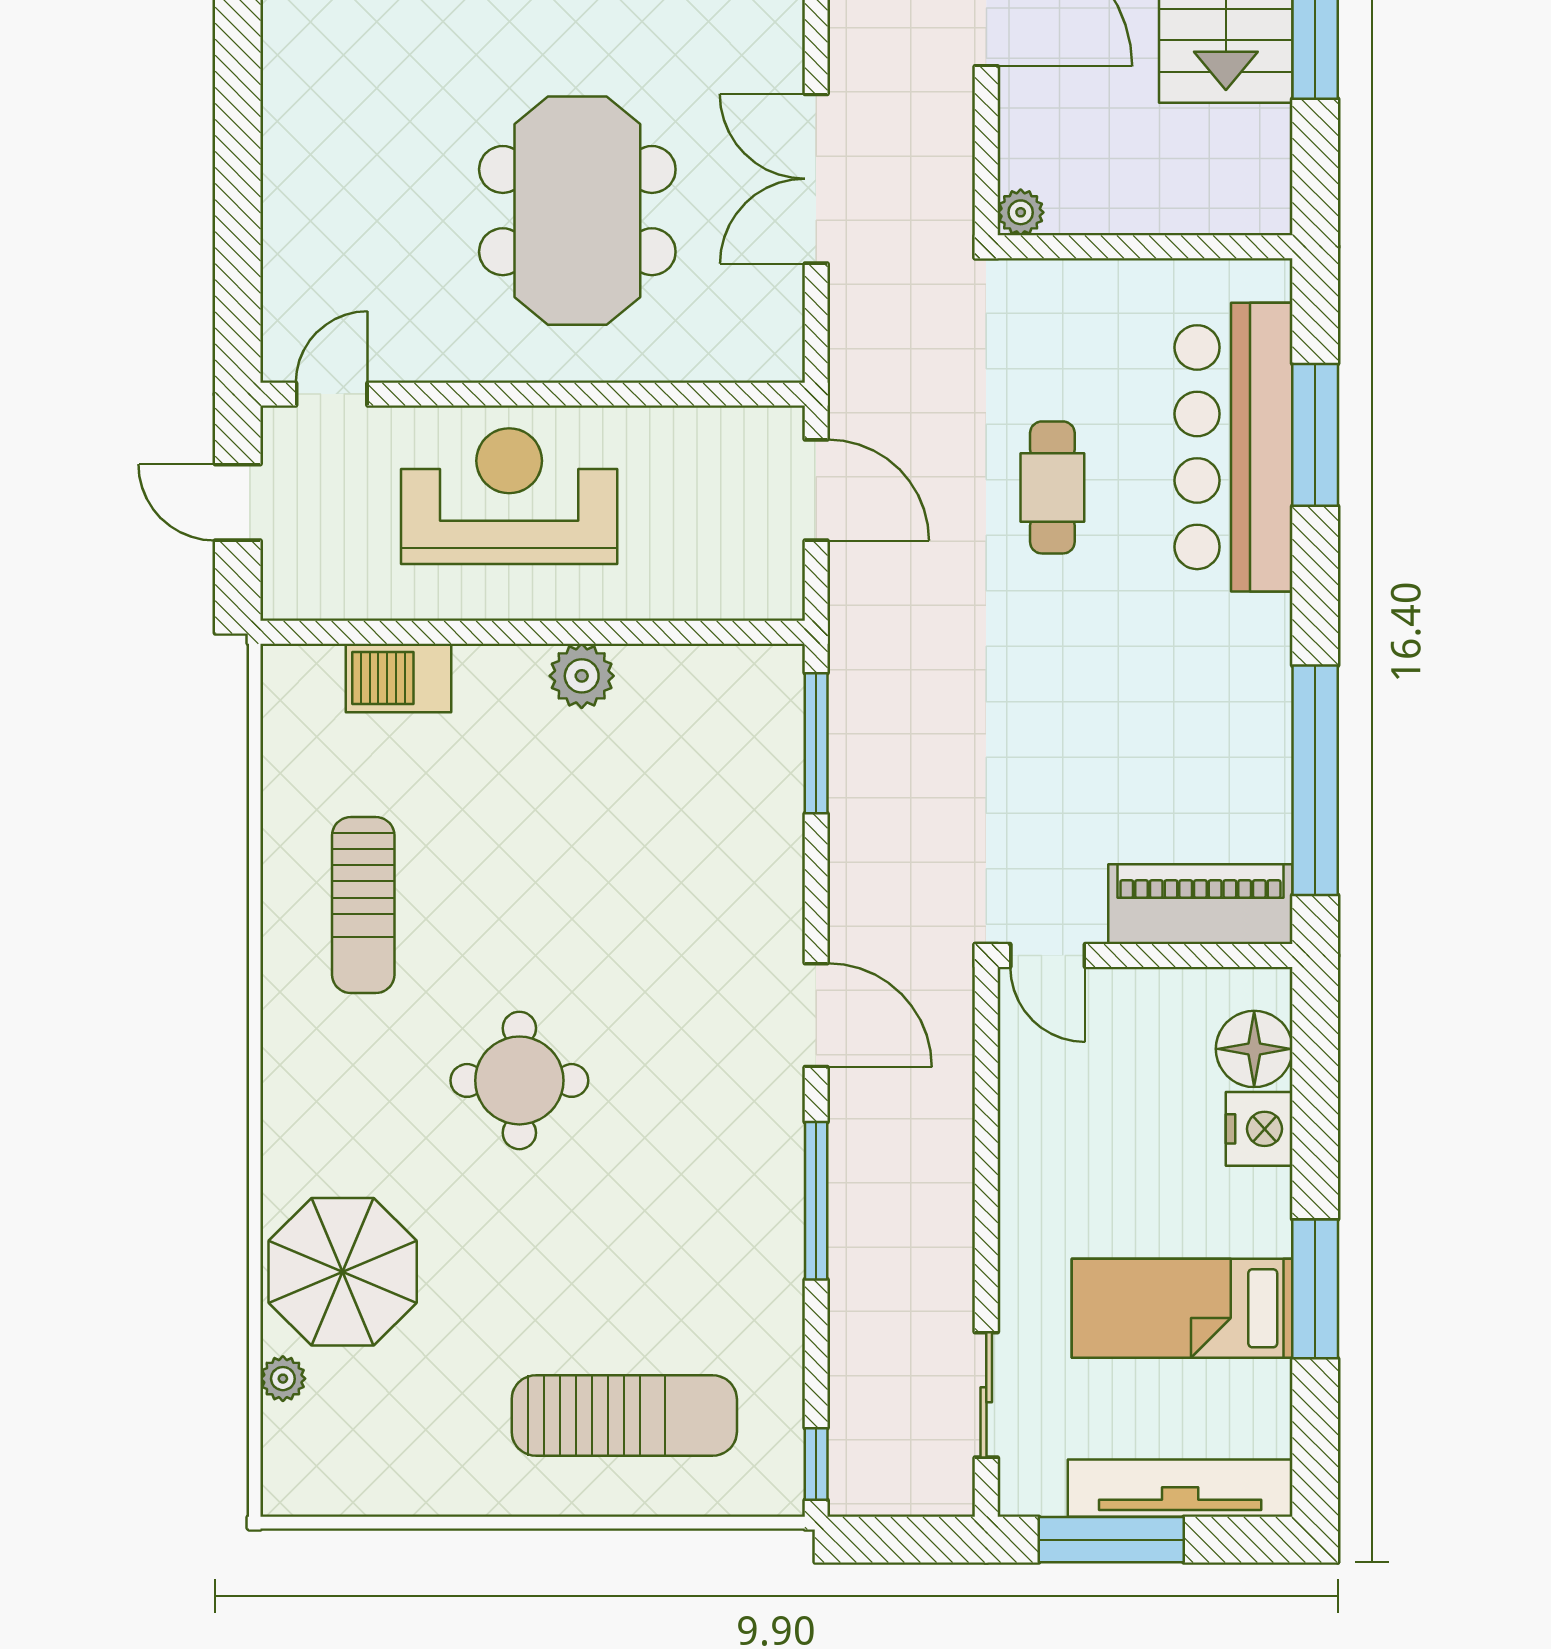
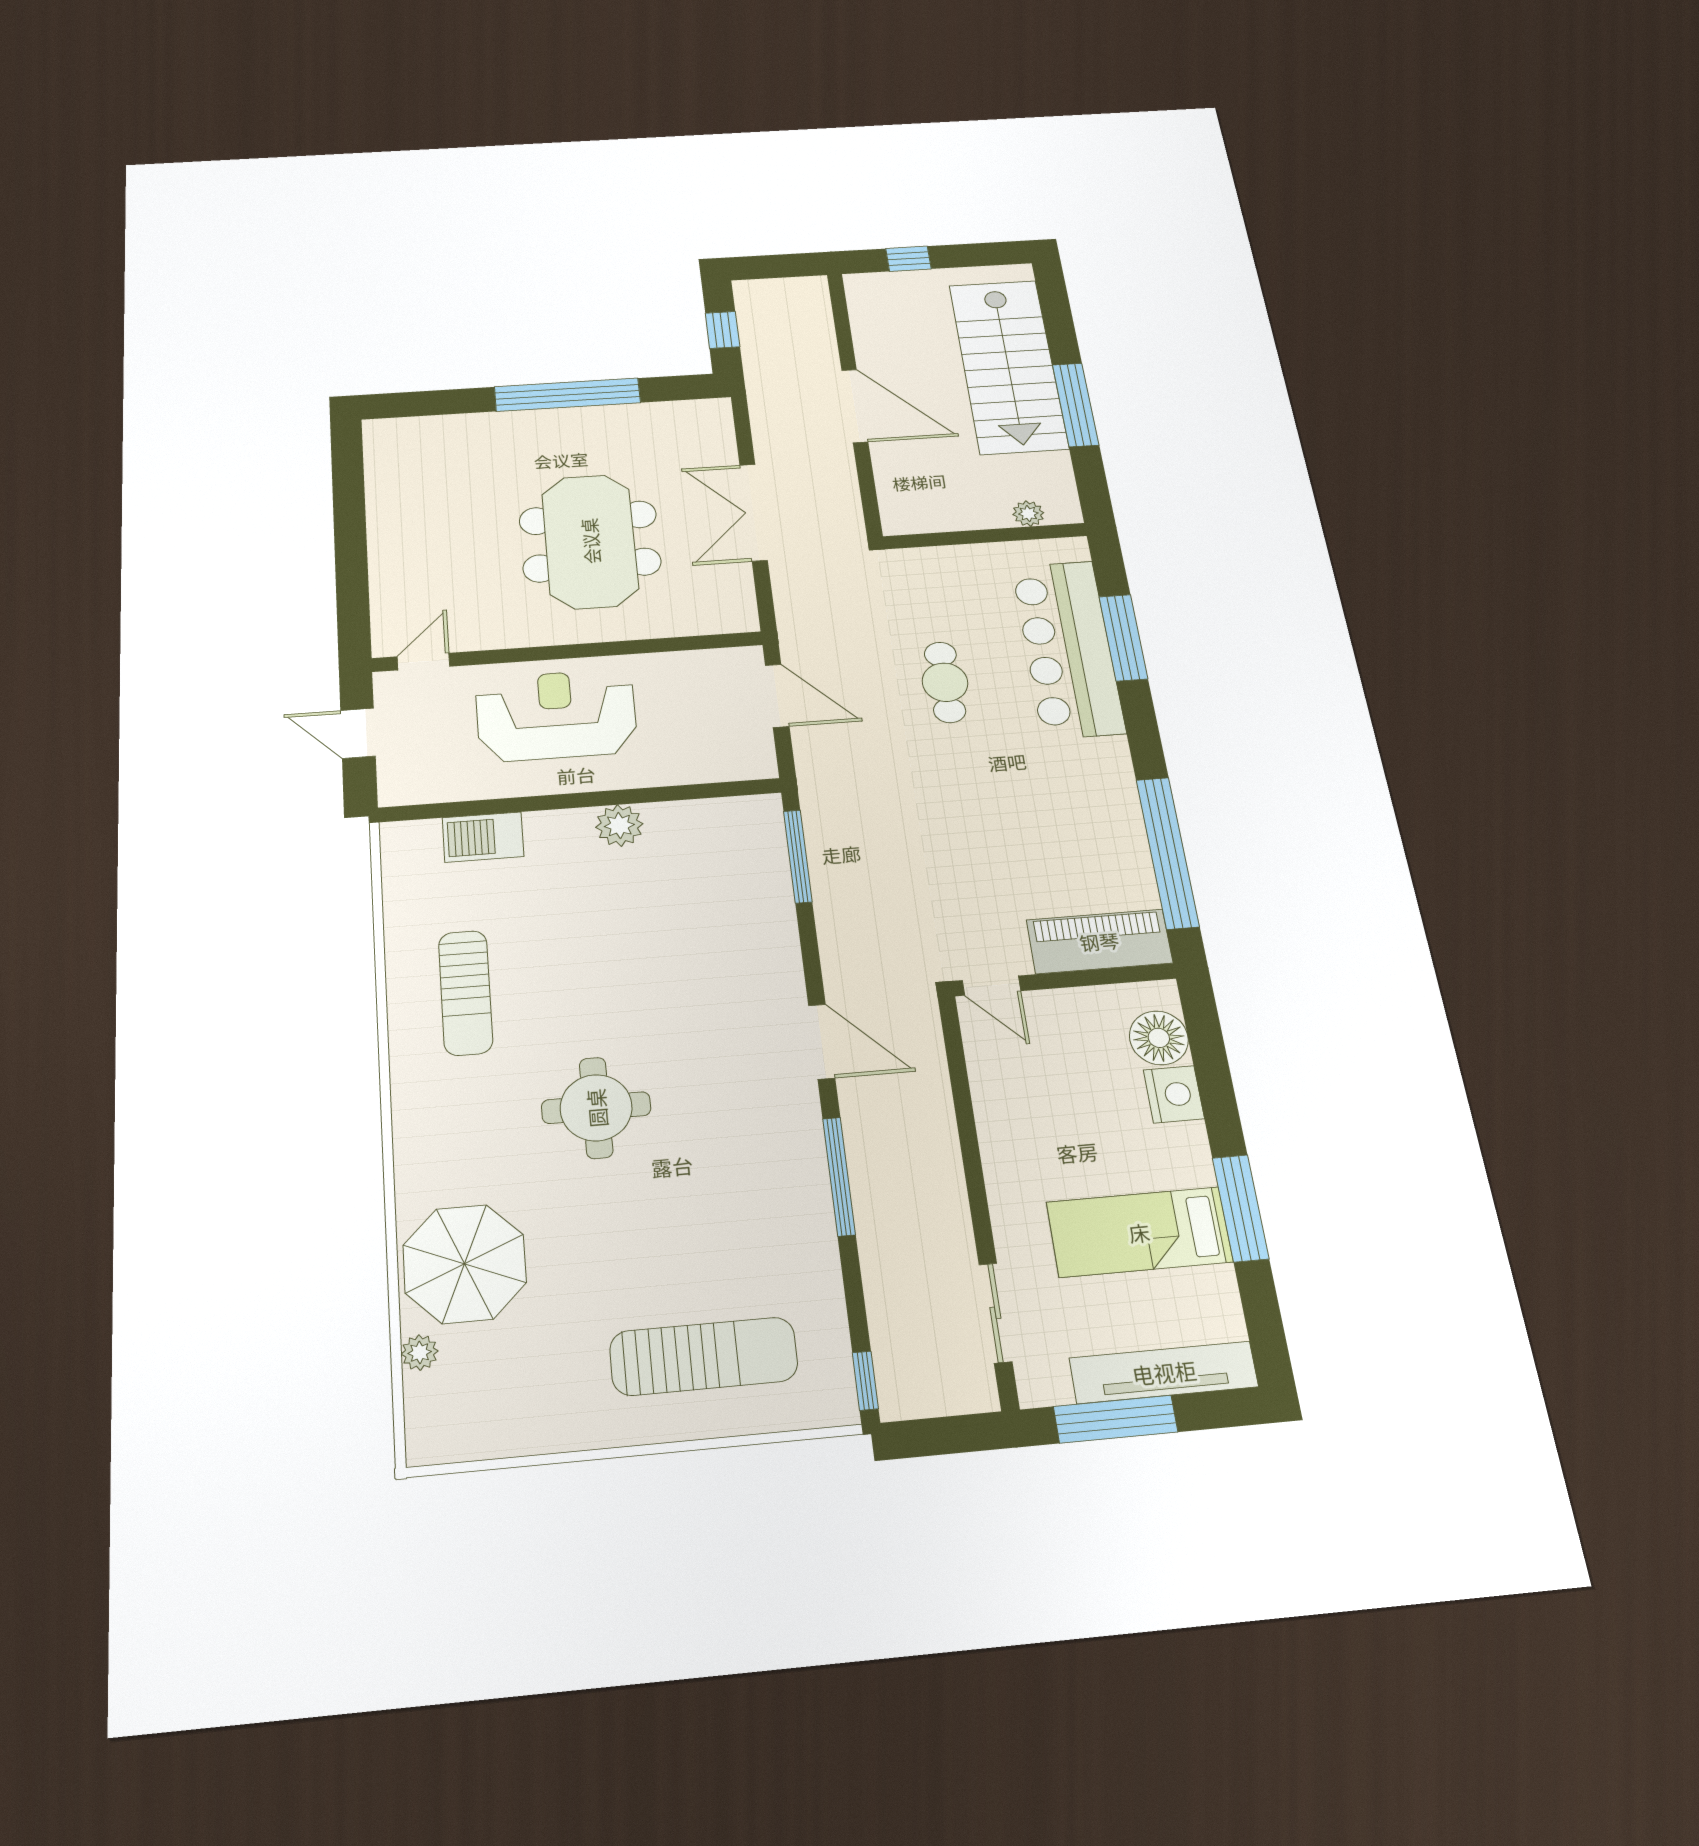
plant: (1021, 212) -> (1028, 514), moved

